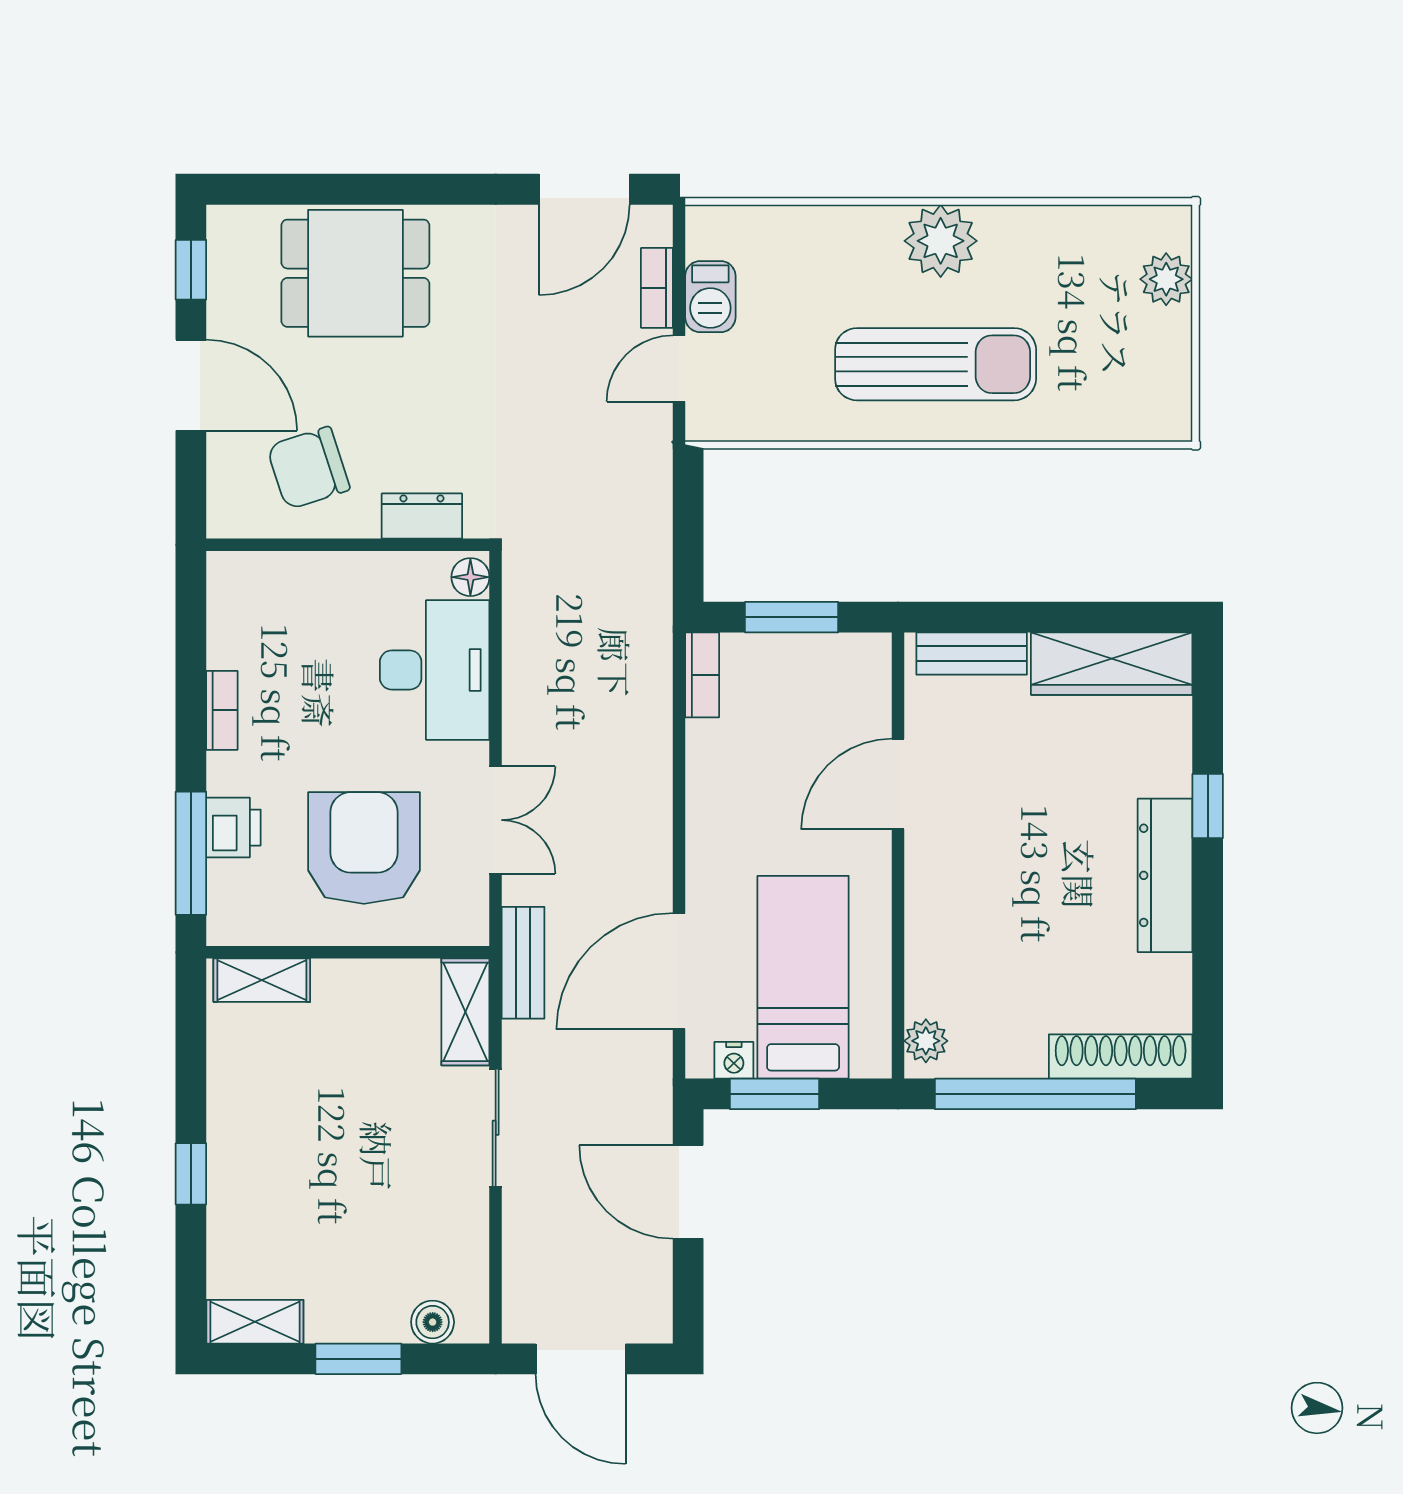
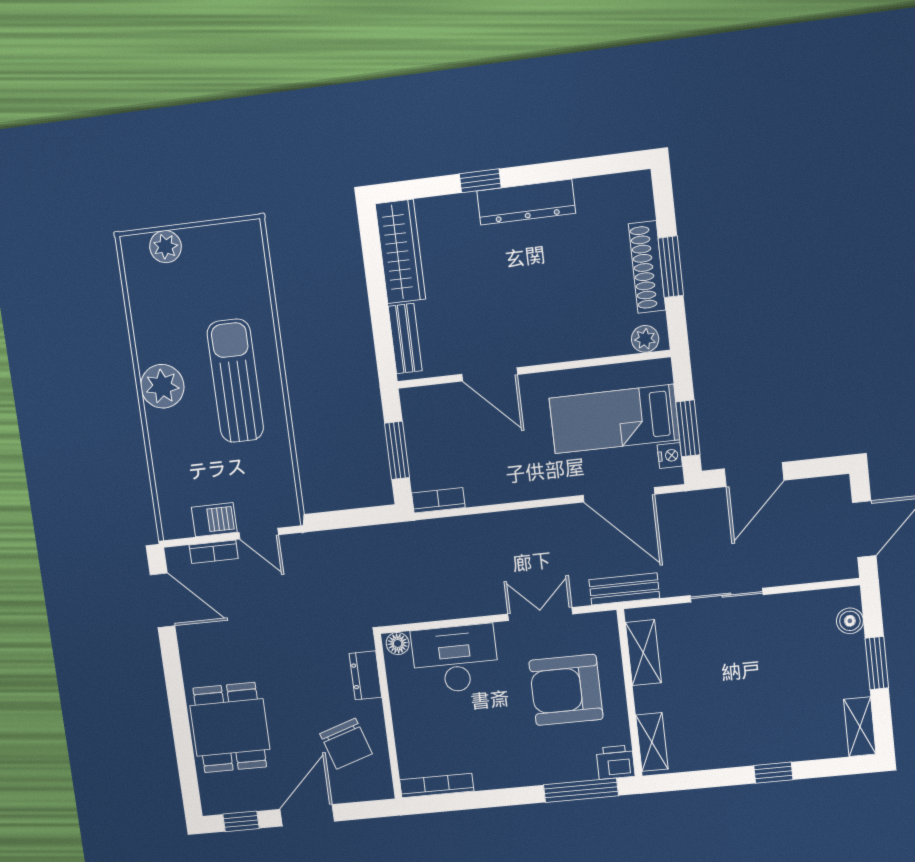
bookcase: (222, 710) -> (437, 785), moved, width x1.56
printer: (233, 828) -> (615, 762), moved
shelving: (465, 1012) -> (643, 653), moved, turned 90
shoe rack: (1121, 1056) -> (647, 267), moved
window: (1035, 1094) -> (671, 267), width x0.47

